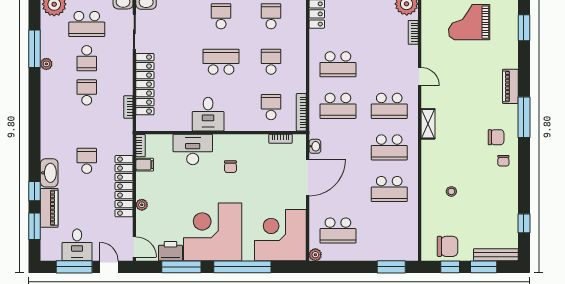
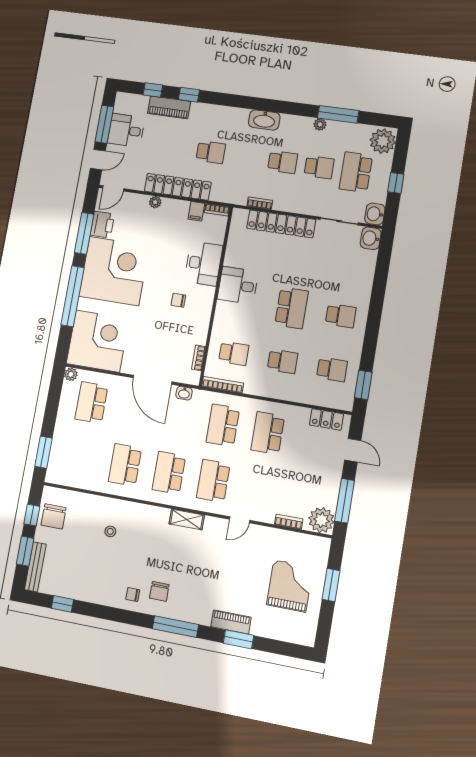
window: (524, 28) -> (239, 639), moved
school desk: (87, 58) -> (319, 167), turned 180
piano: (510, 86) -> (231, 622), moved
washbasin: (49, 173) -> (264, 120), moved
window: (34, 226) -> (153, 90), width x0.67

